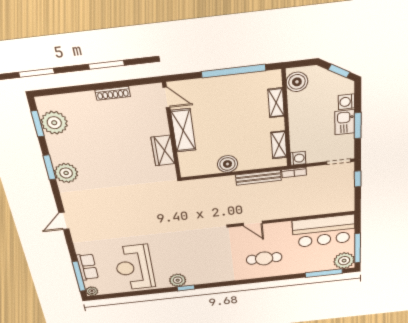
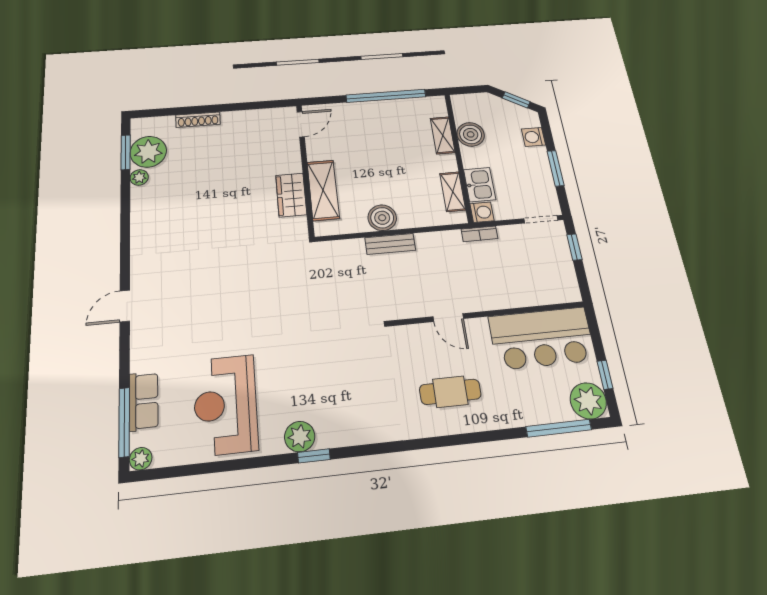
boiler: (297, 82) -> (471, 134), moved
shoe rack: (113, 93) -> (198, 120), moved
door: (166, 97) -> (301, 124), hinge flipped
kitchen sink: (345, 122) -> (480, 185), moved, turned 180
shelving: (183, 130) -> (323, 190), moved
window: (49, 167) -> (125, 215), removed
plant: (66, 173) -> (139, 177), moved, width x0.53, depth x0.53
bench: (258, 178) -> (390, 244), moved, width x0.73
door: (253, 223) -> (448, 318), moved
window: (358, 248) -> (605, 375), width x0.46

